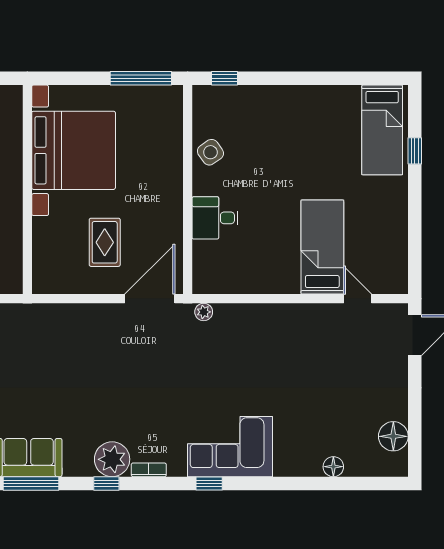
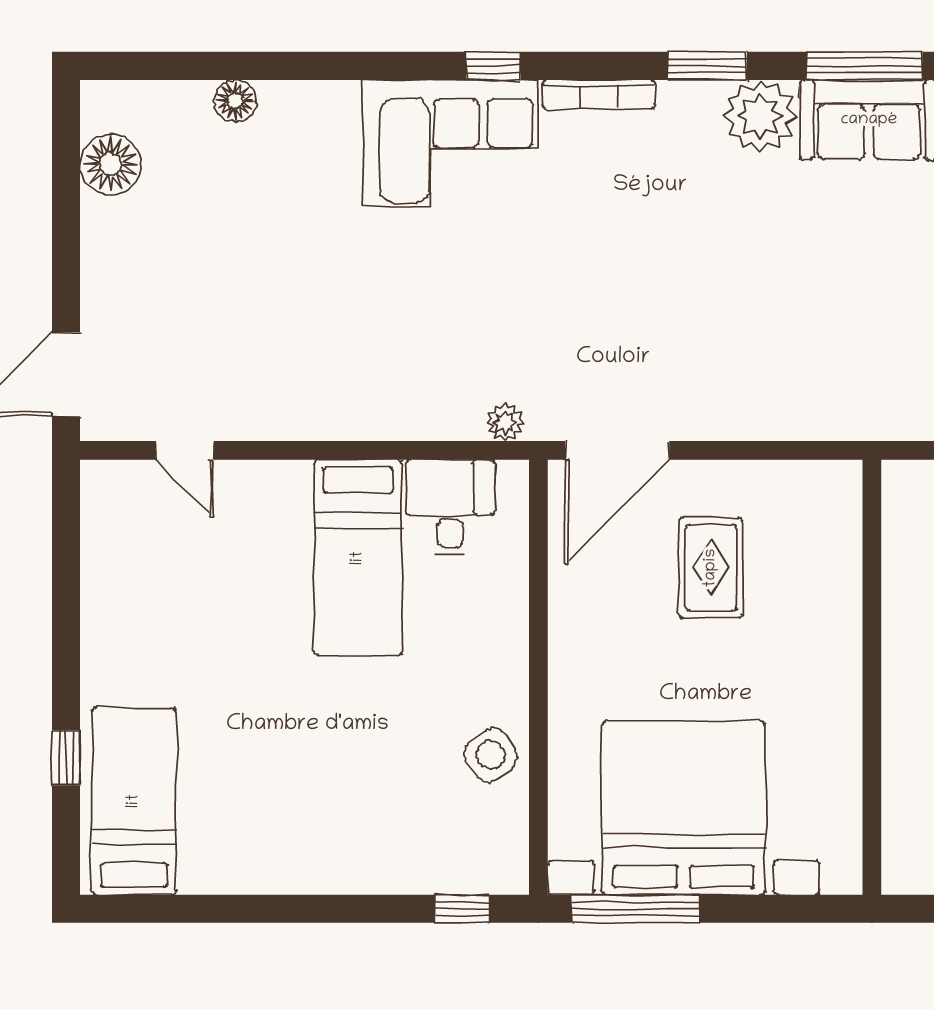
bed with nightstands: (74, 150) -> (684, 808), moved, turned 90
desk: (215, 218) -> (450, 507), moved, turned -90
bed: (322, 247) -> (358, 558), moved
plant: (112, 459) -> (760, 116), moved
bookcase: (149, 470) -> (599, 94), width x1.56
window: (106, 483) -> (707, 66), width x1.50

